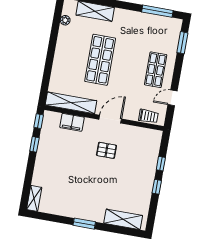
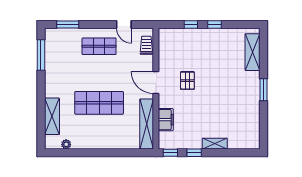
shelving: (34, 198) -> (215, 144), moved

